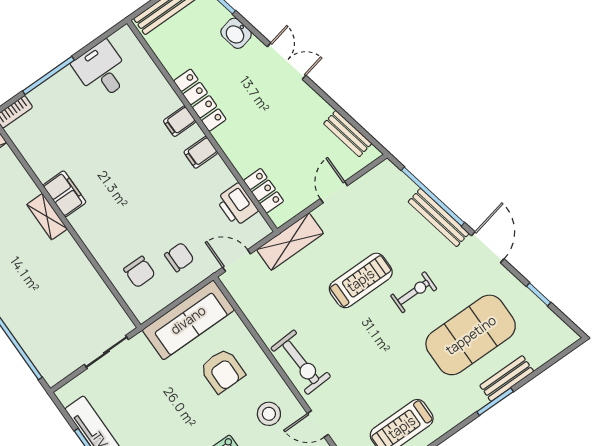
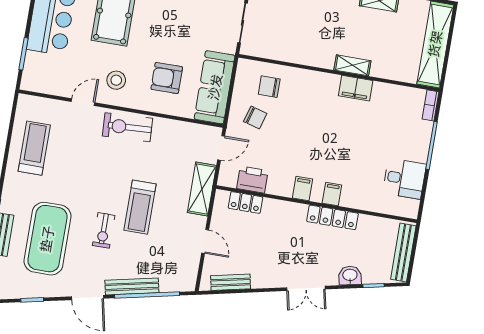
chair: (179, 257) -> (255, 117), turned -74

